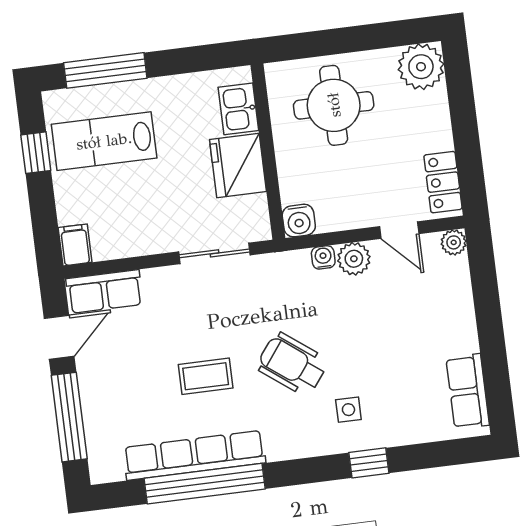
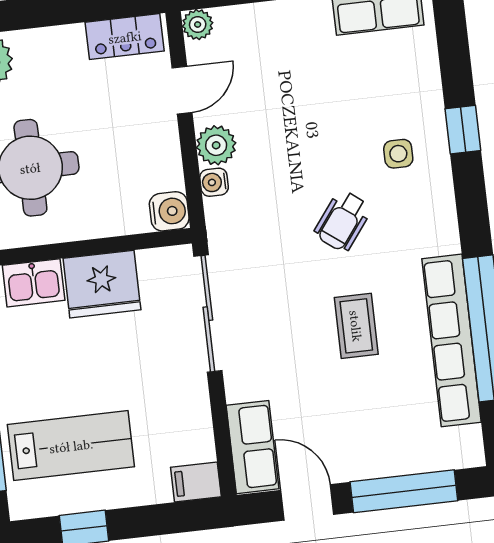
lab bench: (104, 141) -> (71, 446), turned -90
sliding door: (215, 253) -> (208, 314), width x1.37
wheelchair: (292, 364) -> (343, 221), width x0.73, depth x0.73

